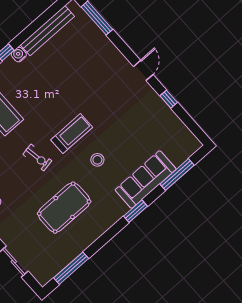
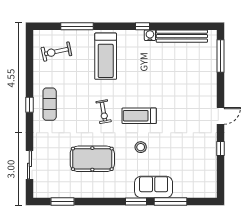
treadmill: (72, 134) -> (139, 116), turned 180
window: (177, 175) -> (171, 202), moved
sofa: (146, 180) -> (154, 187), width x0.73
window: (71, 268) -> (62, 202), width x0.69

